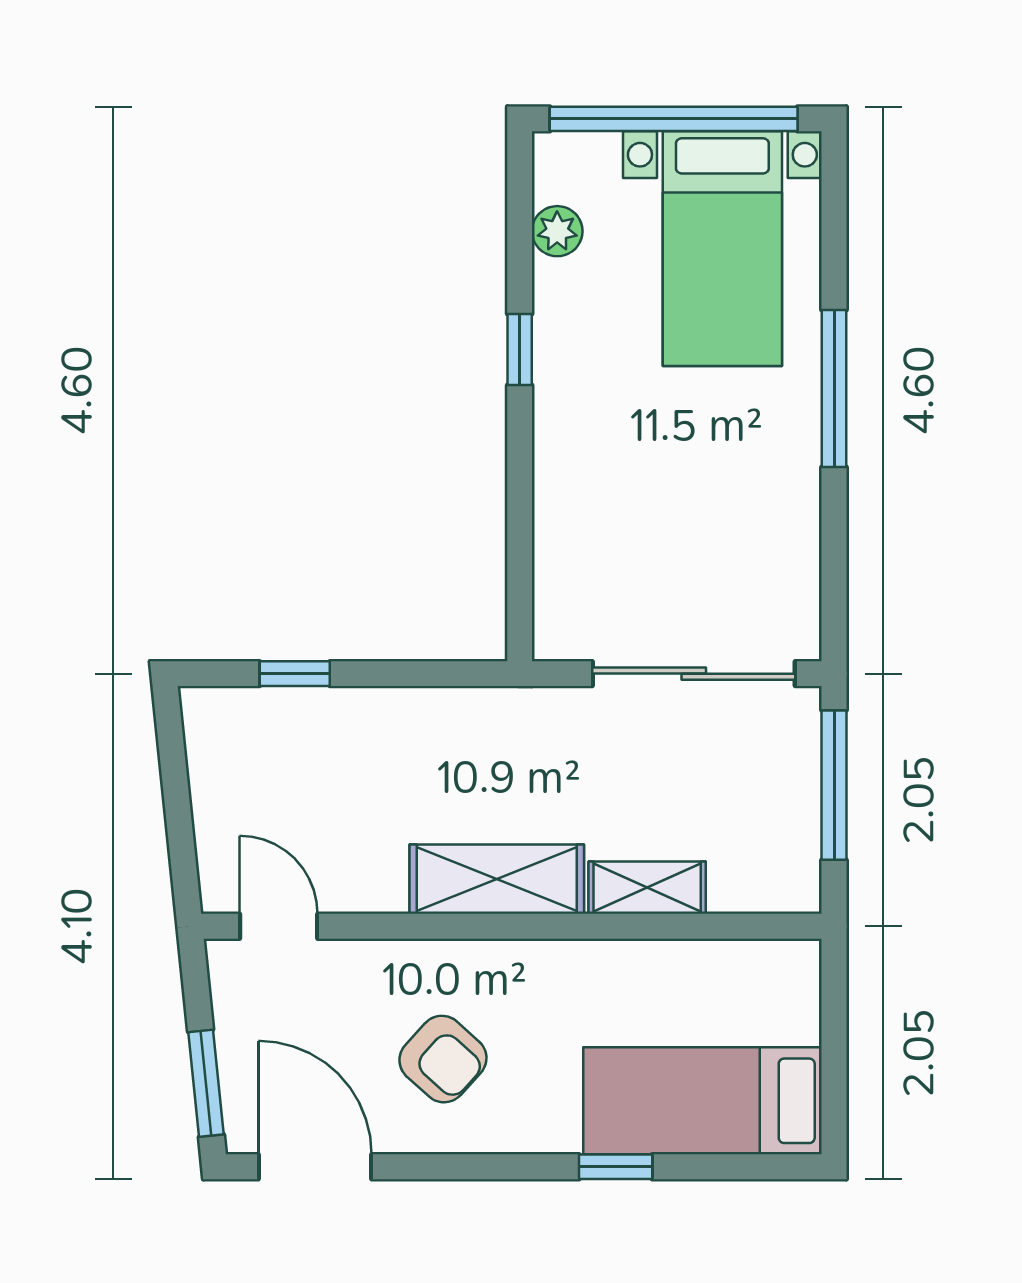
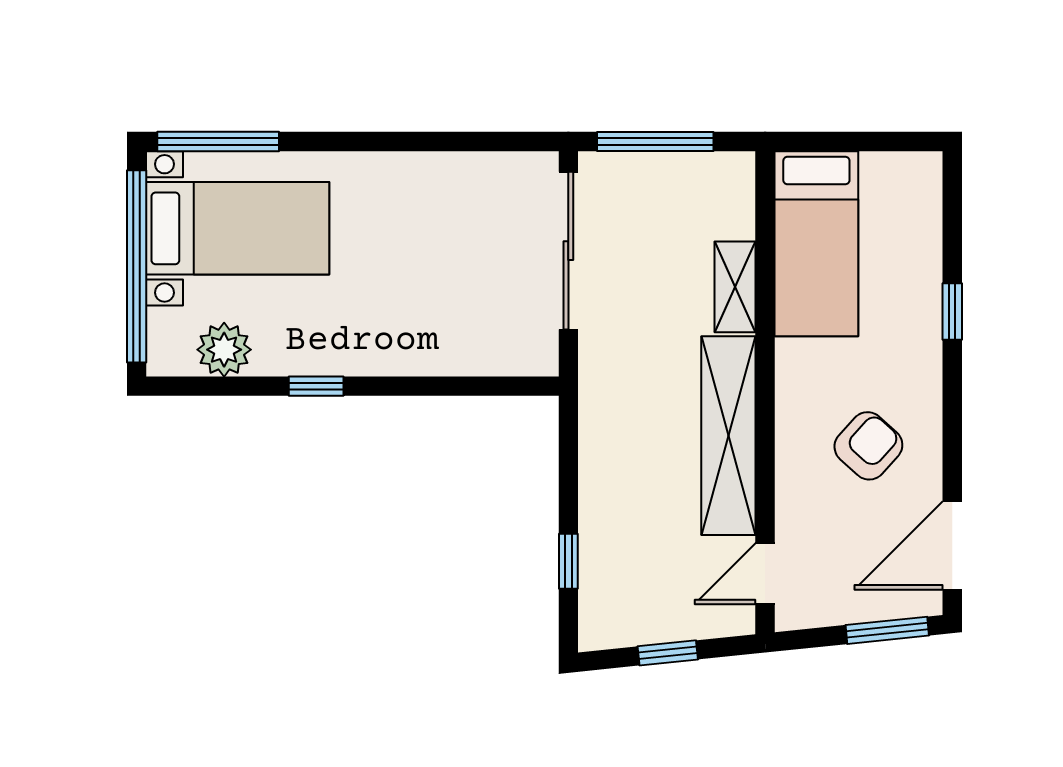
plant: (557, 231) -> (224, 350), width x1.38, depth x1.38
window: (834, 388) -> (218, 141), moved
window: (177, 801) -> (668, 653), added
shelving: (497, 879) -> (728, 436), width x1.47
bed: (703, 1101) -> (816, 244), moved

